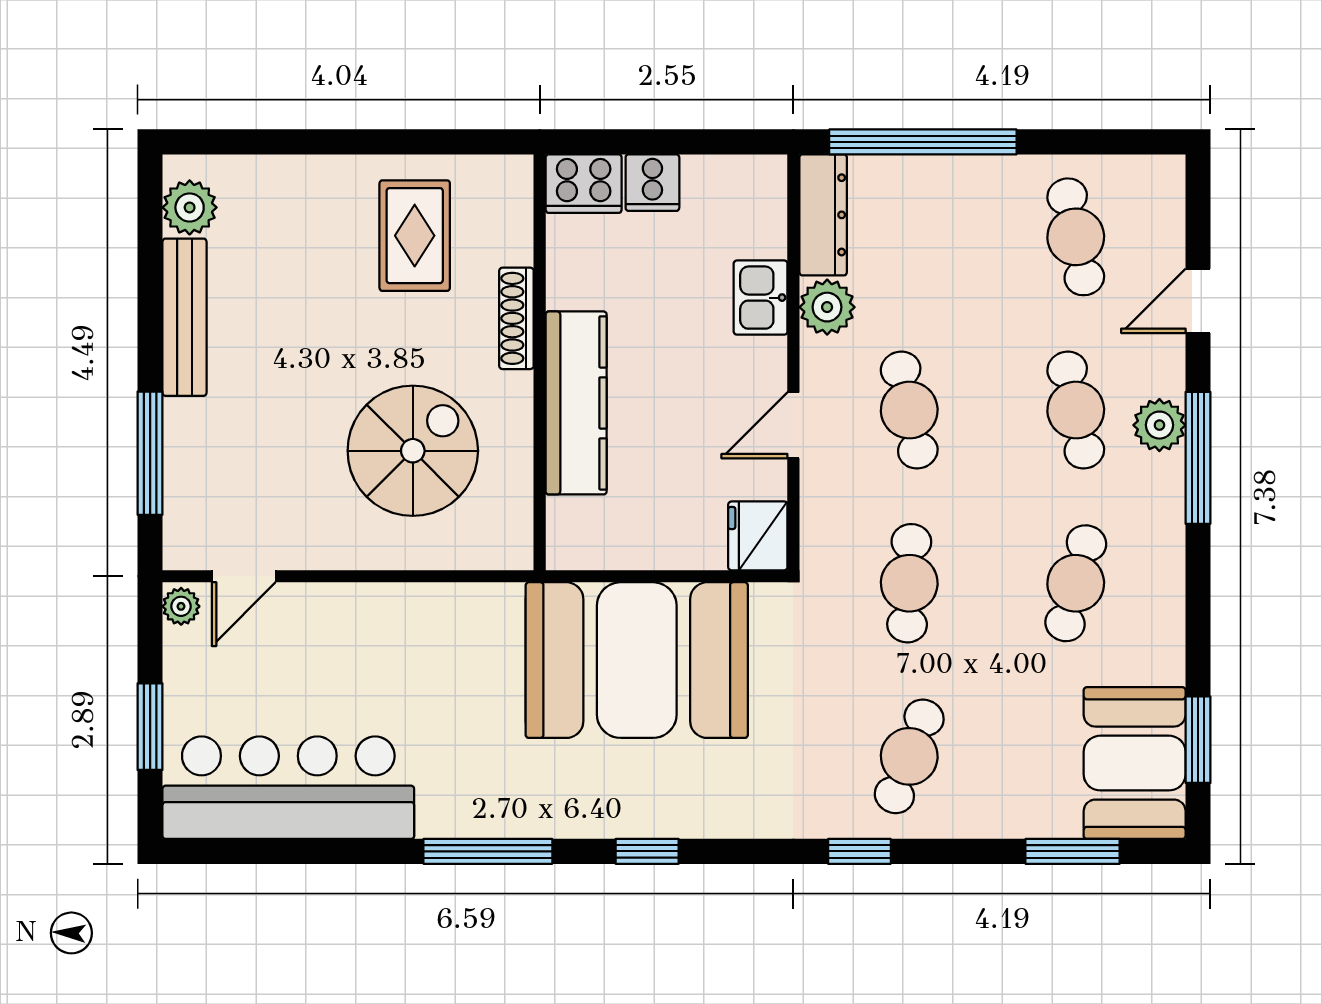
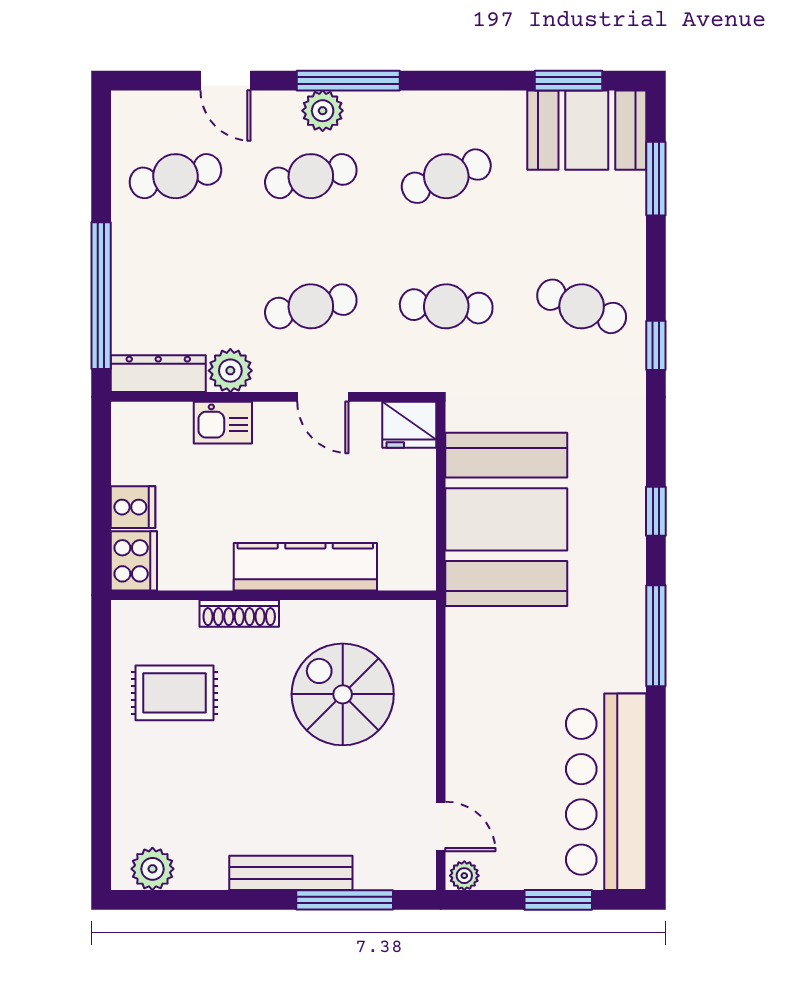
bench: (184, 317) -> (291, 873), moved
cafe table: (1076, 583) -> (446, 176), turned -36

